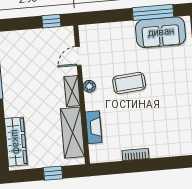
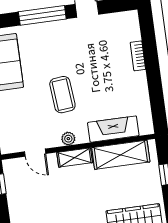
fireplace: (94, 127) -> (113, 129), width x1.37, depth x1.32
bookcase: (135, 155) -> (138, 56), moved

